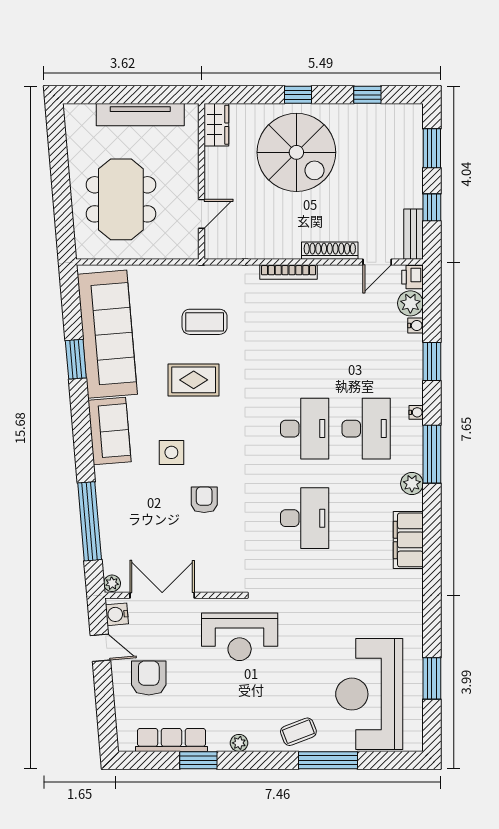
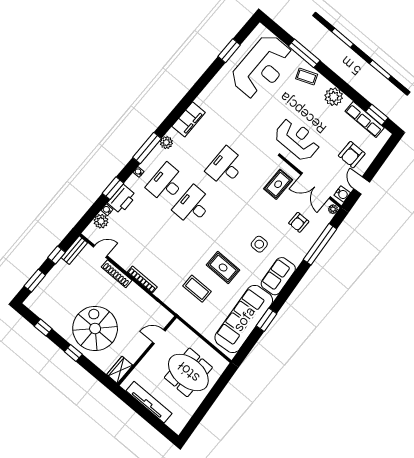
meeting table: (121, 199) -> (188, 372), turned 90
printer: (412, 277) -> (122, 199), moved, width x1.87, depth x1.48
armchair: (204, 500) -> (299, 222), moved
rug: (214, 555) -> (278, 184), added
plant: (239, 743) -> (334, 97), width x1.88, depth x1.88
window: (198, 760) -> (377, 115), moved

